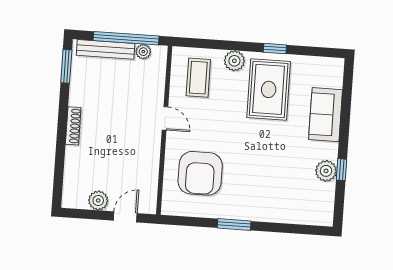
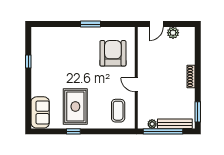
plant: (234, 61) -> (97, 122), removed
sofa: (326, 115) -> (40, 112), moved
plant: (326, 171) -> (37, 60), removed

